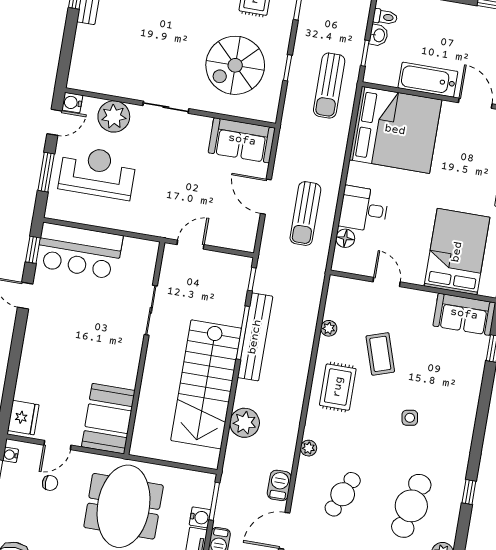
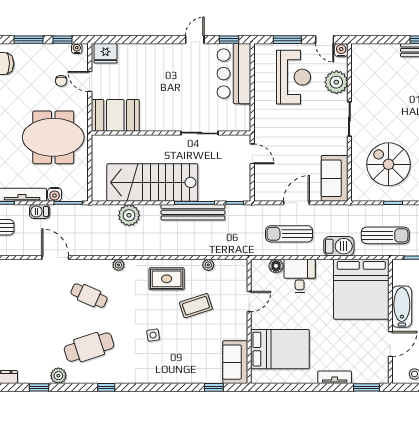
sun lounger: (329, 86) -> (385, 235), turned 180
barbecue: (279, 485) -> (339, 246), moved, width x1.38, depth x1.27
cafe table: (411, 506) -> (89, 347), turned -30

